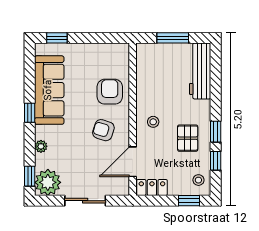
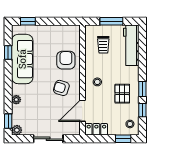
trolley: (162, 70) -> (103, 45), added
window: (30, 113) -> (8, 52), moved
plant: (48, 182) -> (17, 130), width x0.53, depth x0.53

